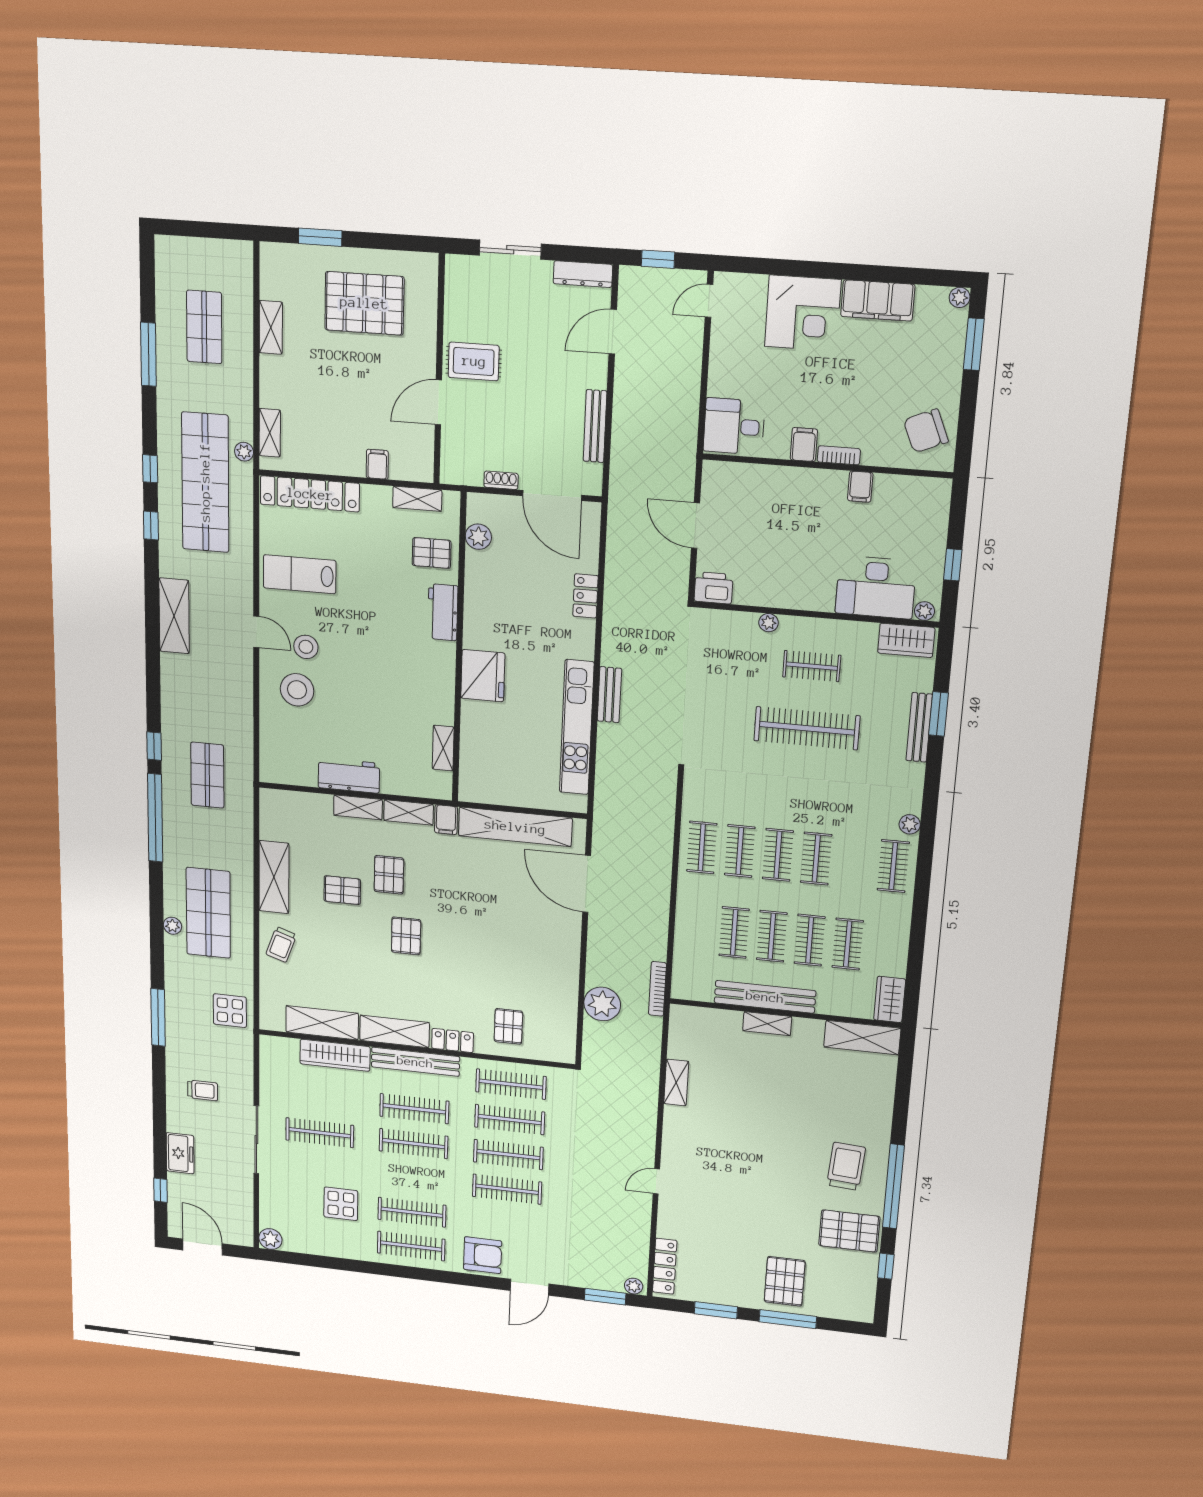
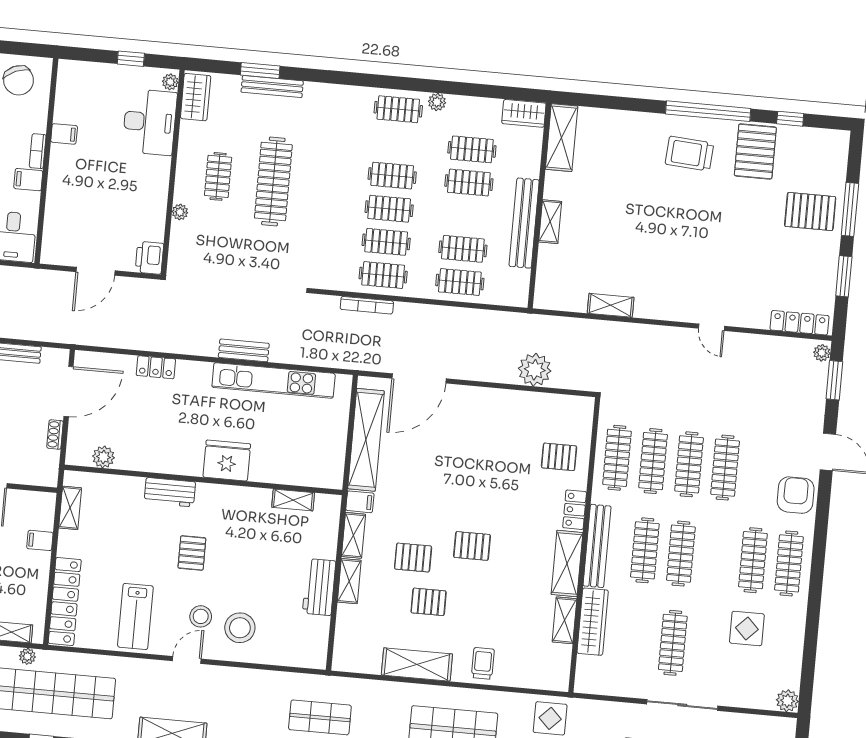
pallet: (432, 553) -> (192, 553), moved
plant: (910, 824) -> (437, 102), moved
pallet: (342, 890) -> (429, 602), turned 90
clothes rail: (772, 936) -> (460, 282), moved
trolley: (281, 945) -> (483, 663), turned -109
bookcase: (657, 989) -> (367, 305), moved
shelving: (322, 1023) -> (564, 620), width x0.67, depth x0.75

